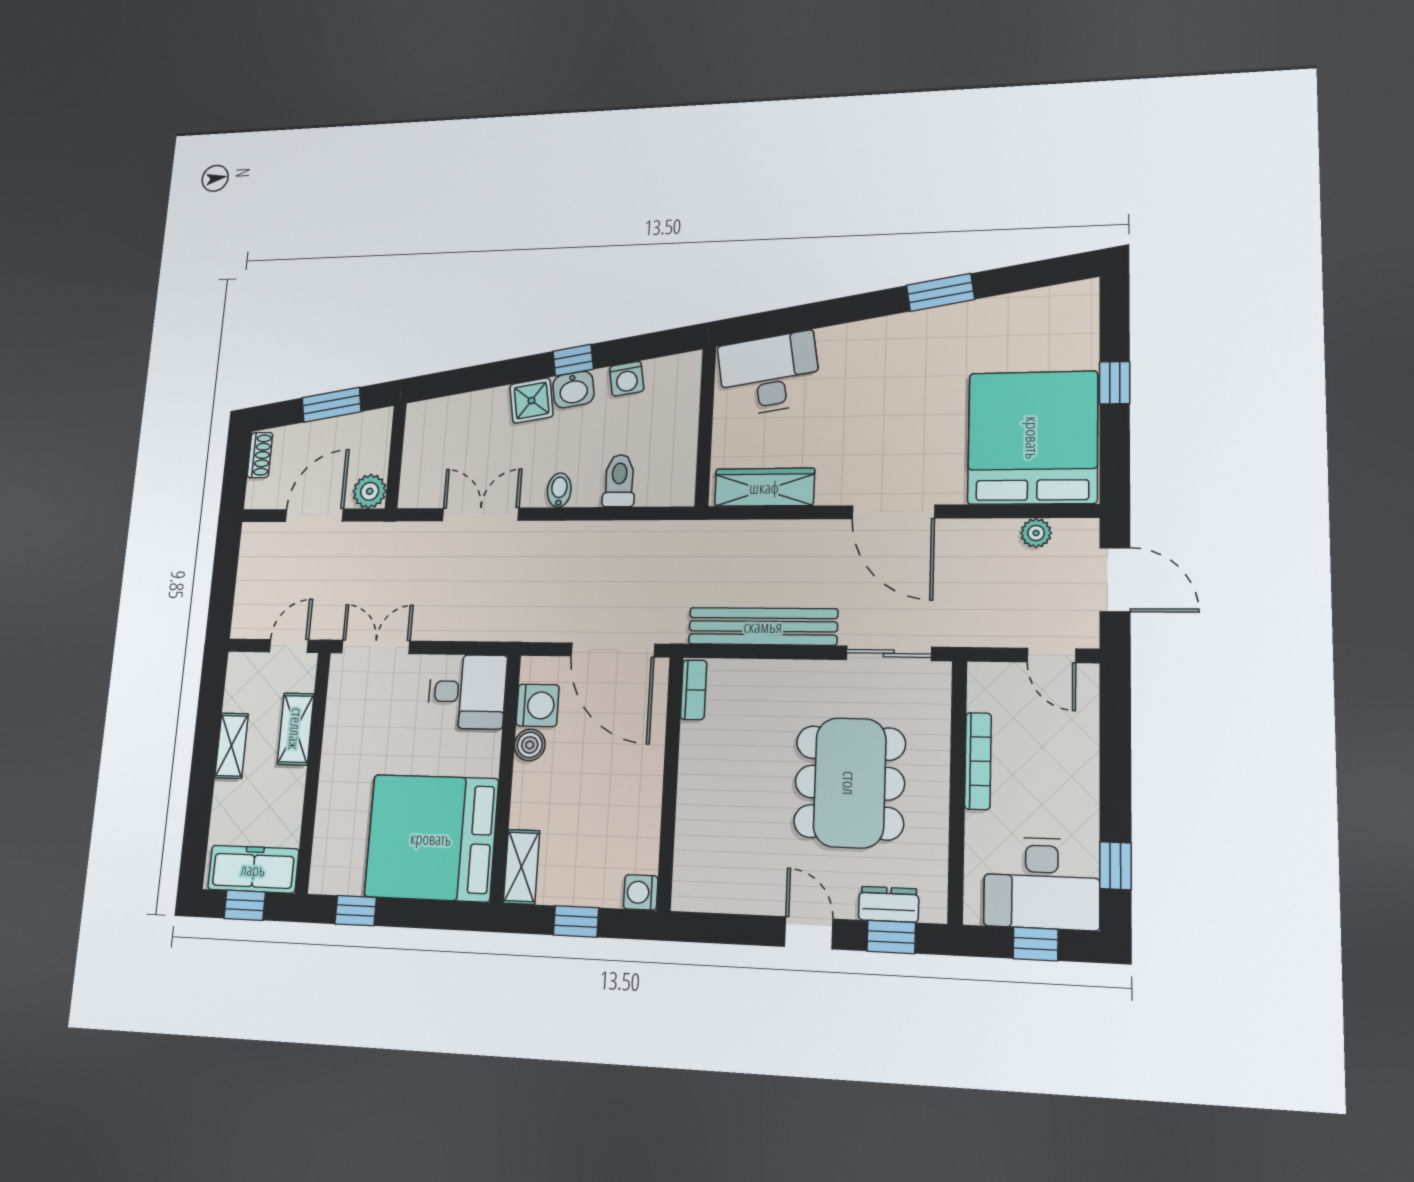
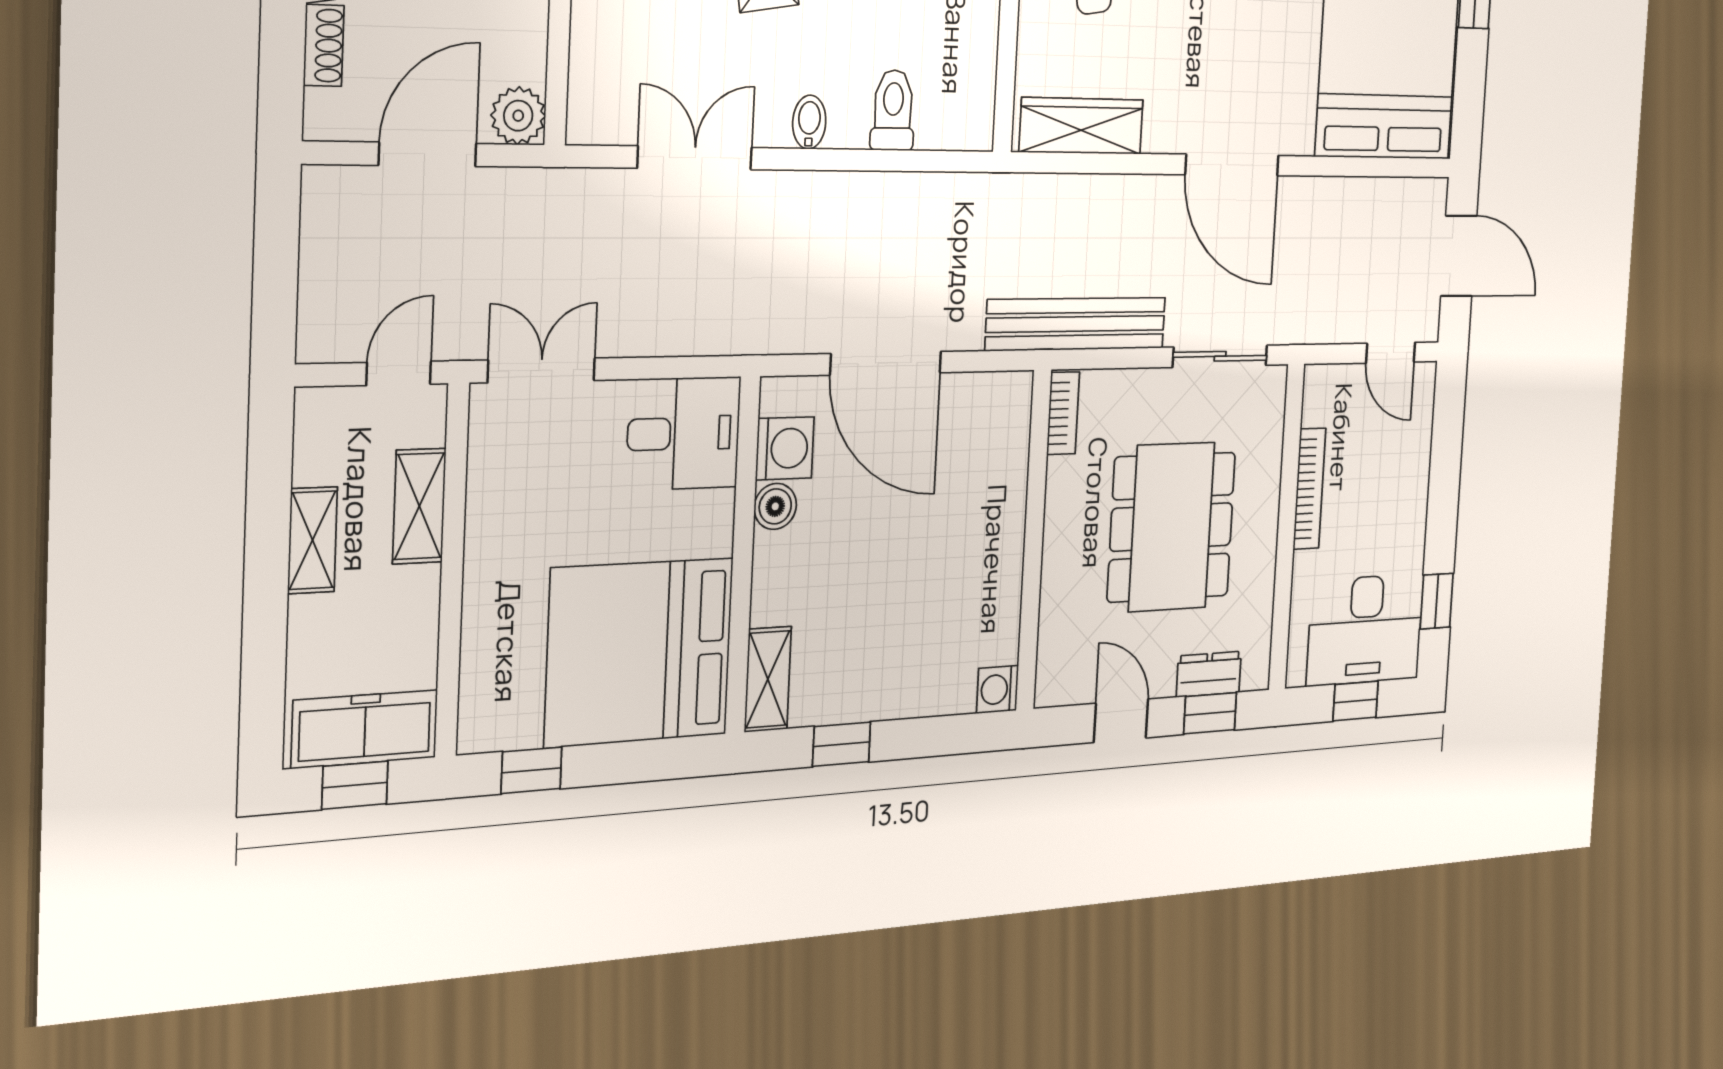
plant: (1036, 533) -> (1384, 196), removed
bookcase: (694, 690) -> (1063, 413), moved
wall: (670, 782) -> (1034, 541), moved
washing machine: (641, 892) -> (998, 689), moved

